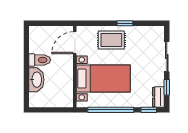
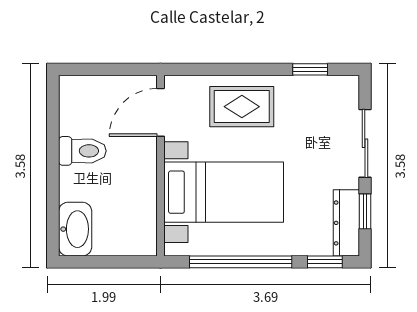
window: (125, 23) -> (310, 69), moved
washbasin: (36, 80) -> (75, 229), moved
dresser: (158, 97) -> (346, 223), width x1.44

